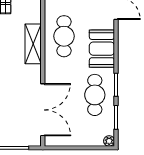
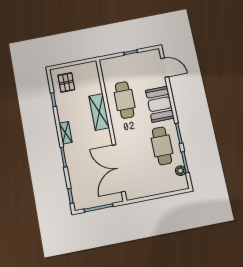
double door: (43, 110) -> (119, 168), swing flipped
plant: (109, 141) -> (180, 171), moved

